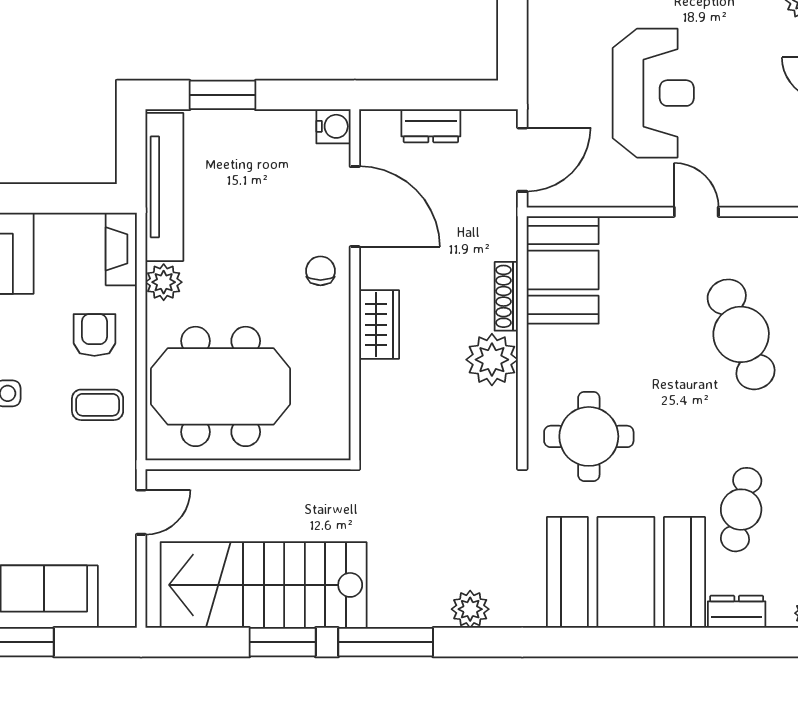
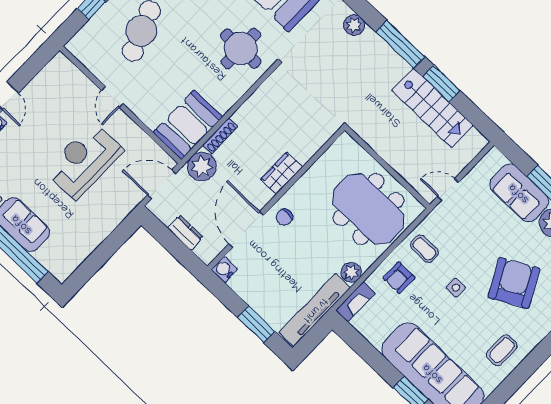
plant: (492, 360) -> (202, 167), moved
stairs: (264, 585) -> (433, 108), width x0.73, depth x0.66

